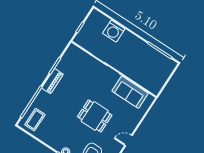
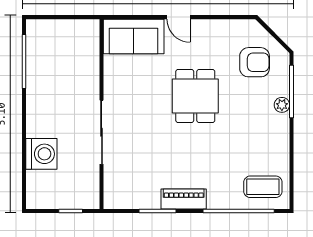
sofa: (130, 92) -> (134, 37), moved, turned 90
door: (128, 141) -> (178, 17), moved

